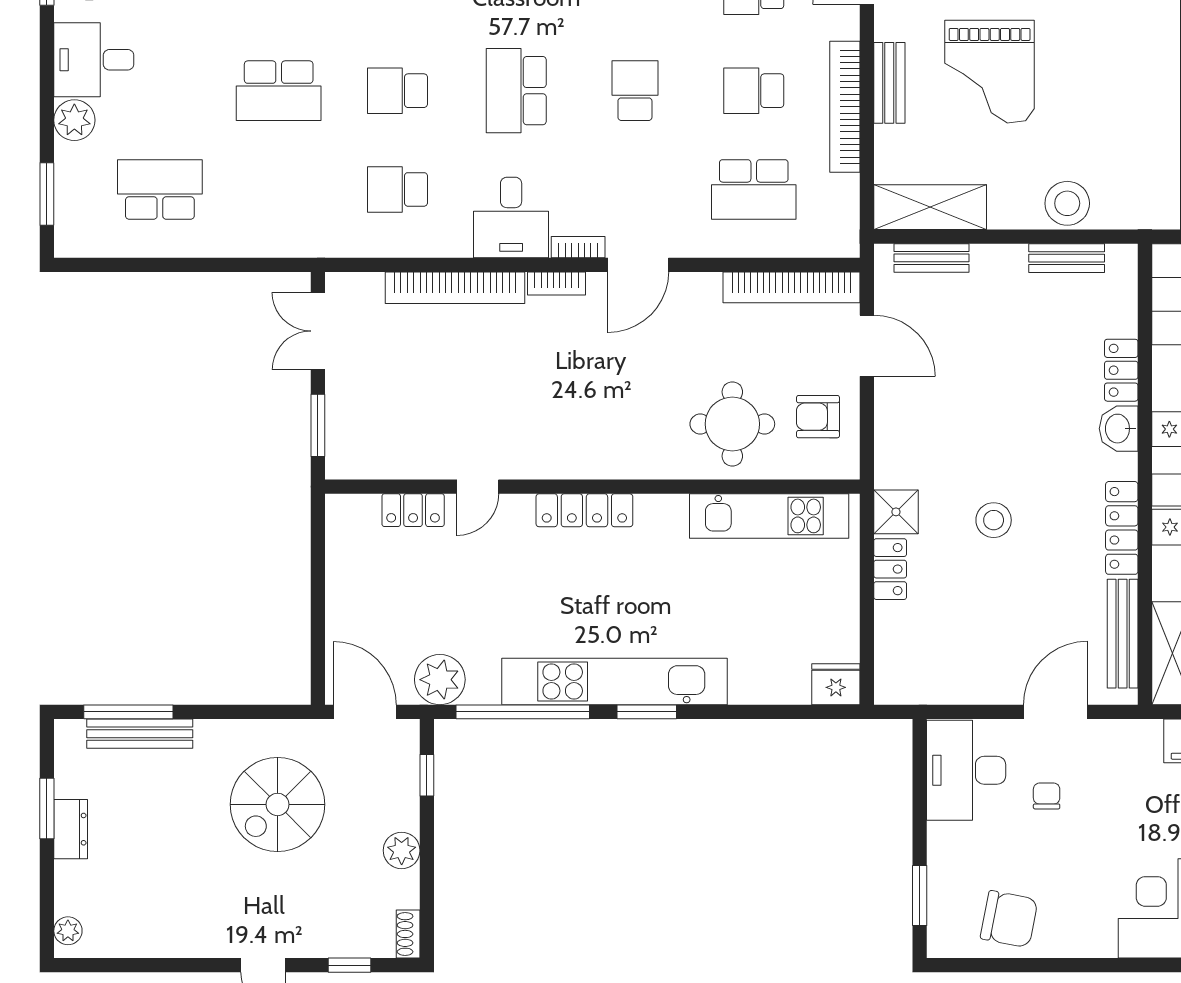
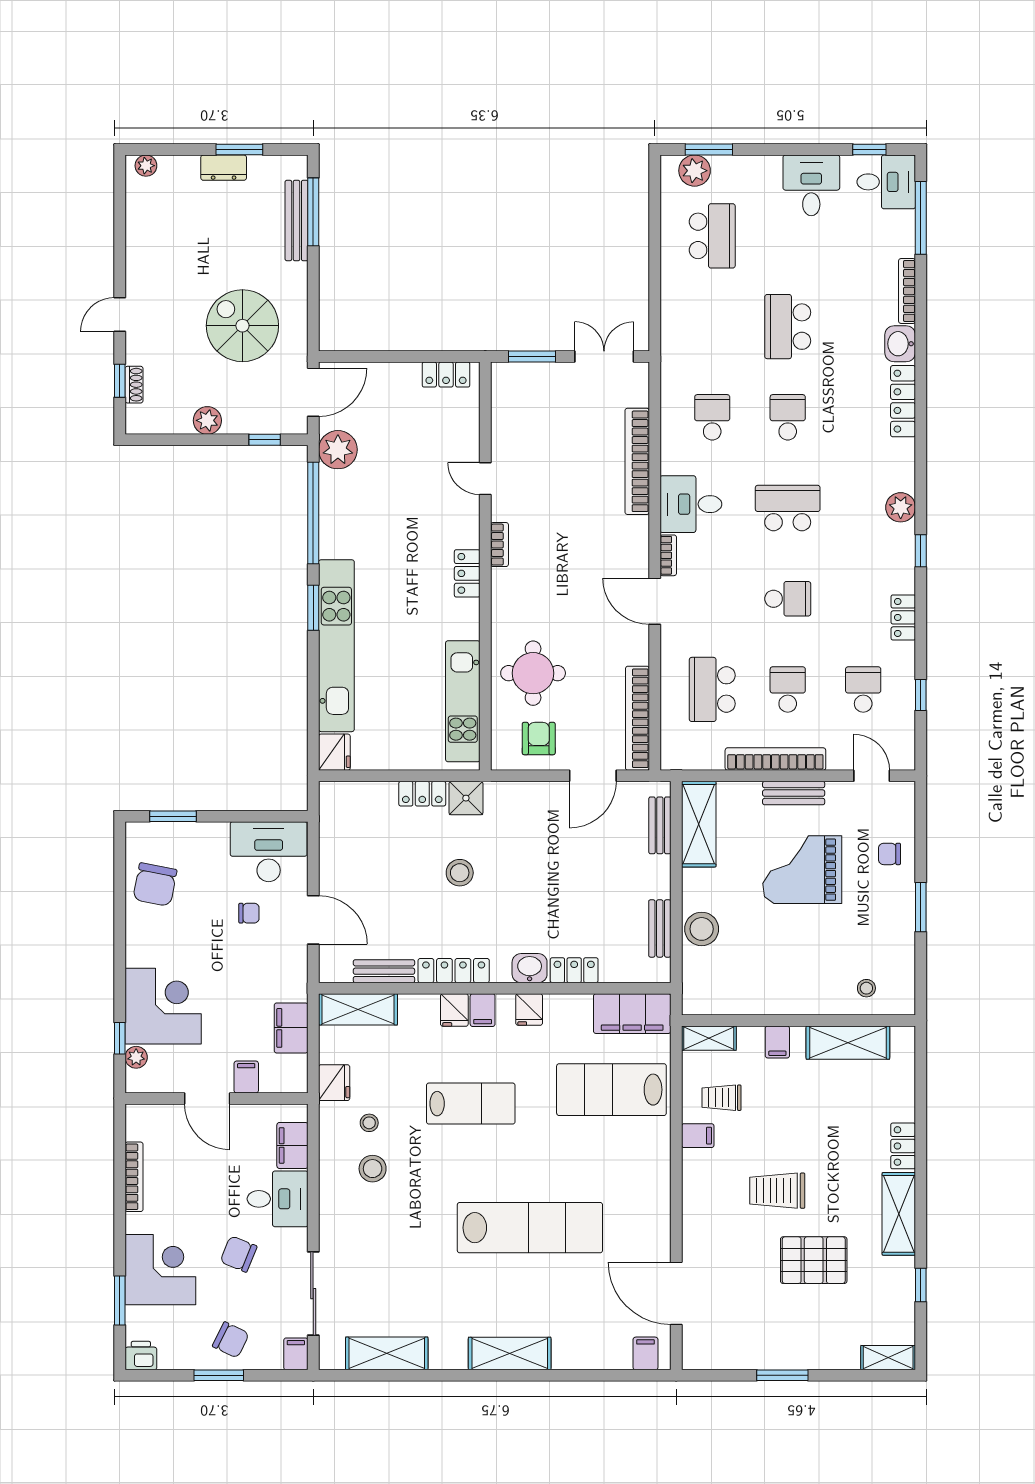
plant: (74, 120) -> (695, 171), moved
bookcase: (556, 283) -> (499, 545), moved, turned 180
locker: (413, 510) -> (446, 375), moved, turned -90
locker: (584, 510) -> (467, 573), width x0.66
bench: (1123, 634) -> (384, 971), width x0.73
kitchen unit: (615, 681) -> (336, 646), moved
shoe rack: (408, 934) -> (134, 385), moved, turned 90

